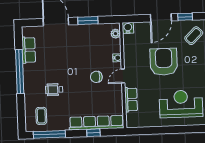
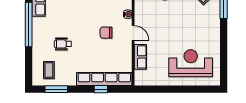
armchair: (164, 62) -> (175, 20), removed
door: (123, 76) -> (133, 33), swing flipped
window: (49, 134) -> (56, 89), width x0.69

